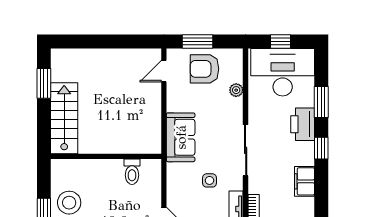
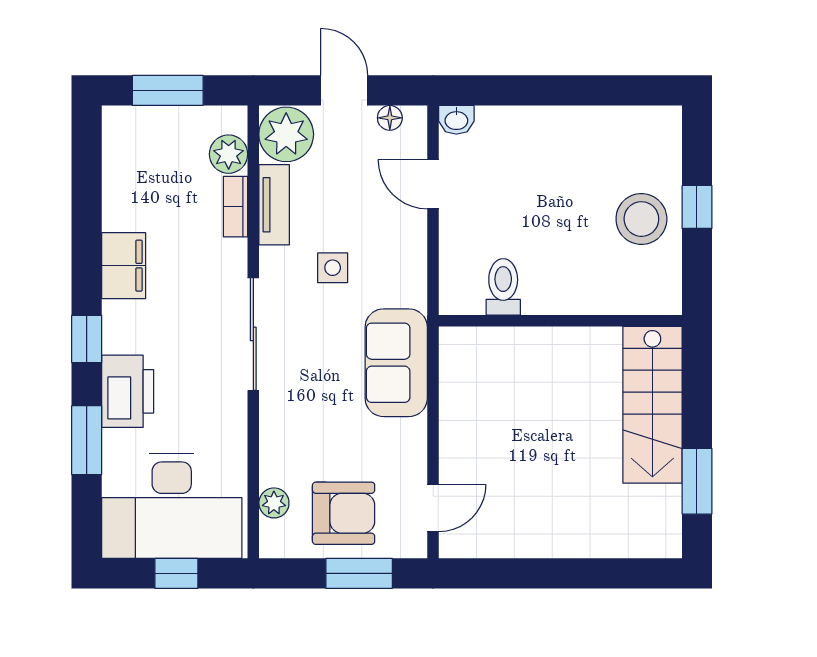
plant: (236, 90) -> (274, 503), moved

